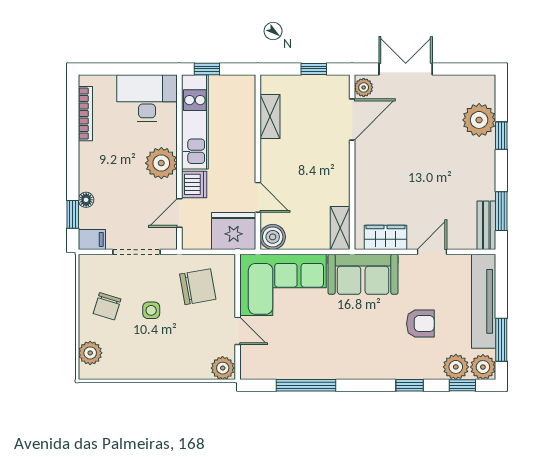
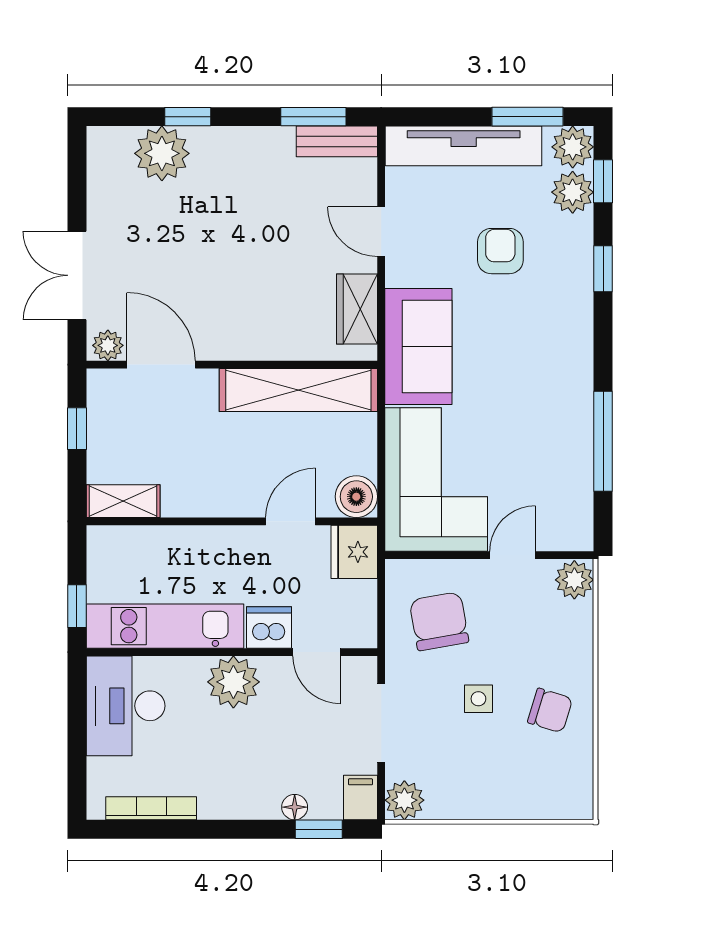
shelving: (270, 116) -> (123, 501), moved
shelving: (340, 228) -> (298, 390), width x2.20, depth x1.33
fridge: (234, 231) -> (354, 552), width x0.73, depth x0.75
chair: (107, 306) -> (550, 710), moved
plant: (90, 353) -> (404, 800), moved

